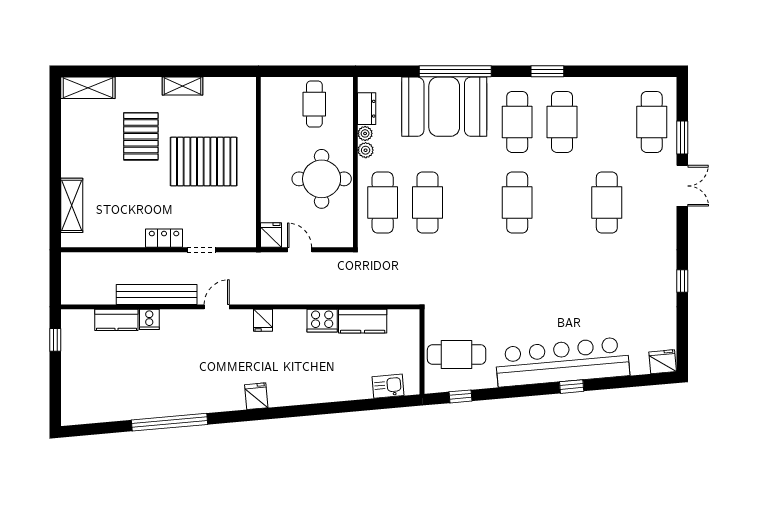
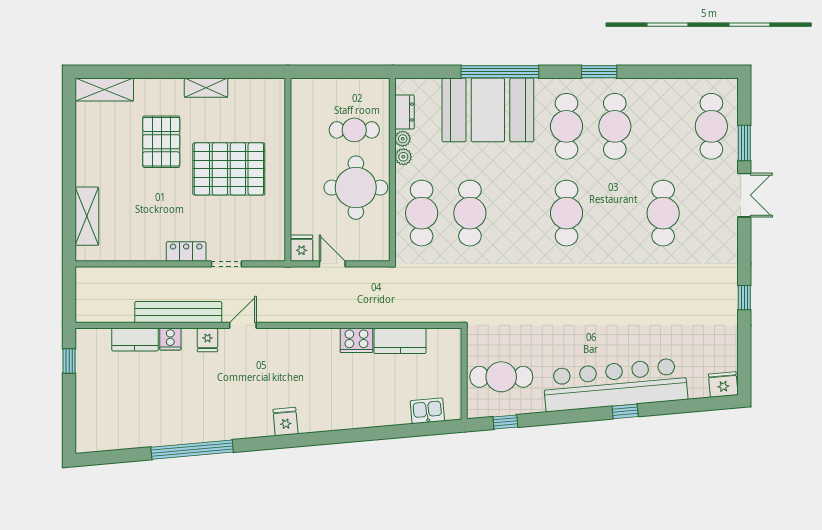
cafe table: (314, 104) -> (354, 130), moved, turned 90
fridge: (263, 320) -> (207, 340), moved

